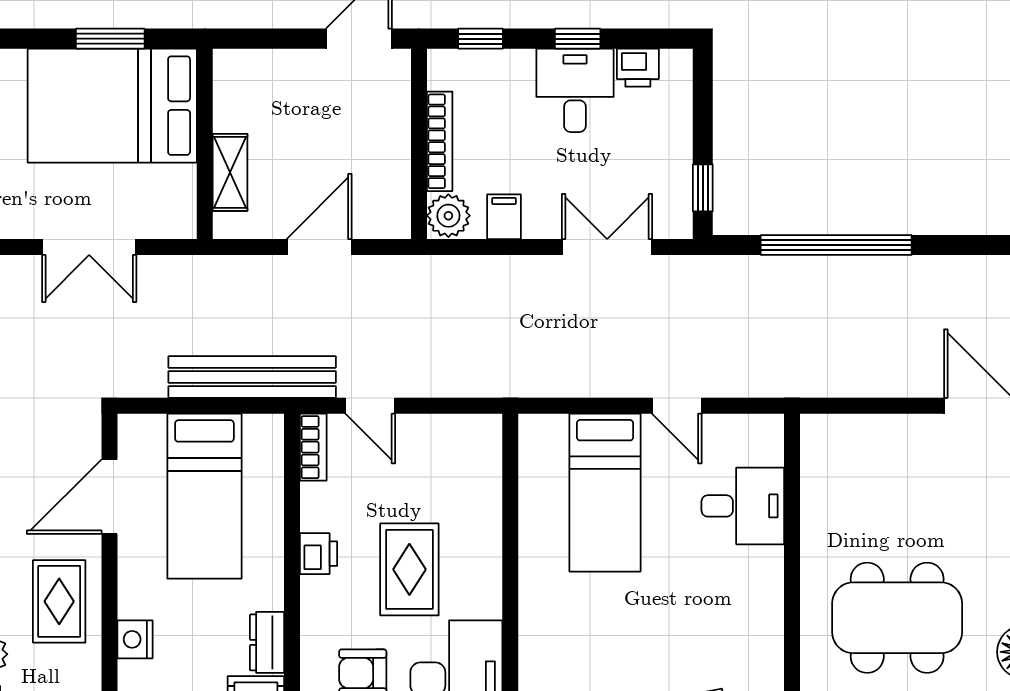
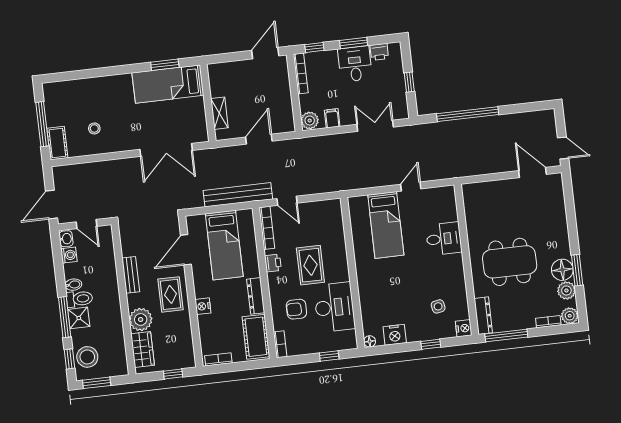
window: (578, 39) -> (354, 43), width x1.50
bed: (112, 106) -> (168, 84), width x0.67
bookcase: (440, 141) -> (301, 73), moved
window: (703, 188) -> (409, 82), moved
double door: (89, 247) -> (166, 150), width x1.37
door: (677, 406) -> (411, 187), swing flipped
bookcase: (313, 447) -> (267, 228), width x1.56
desk: (743, 506) -> (444, 239), moved
dresser: (267, 642) -> (256, 296), width x1.44

